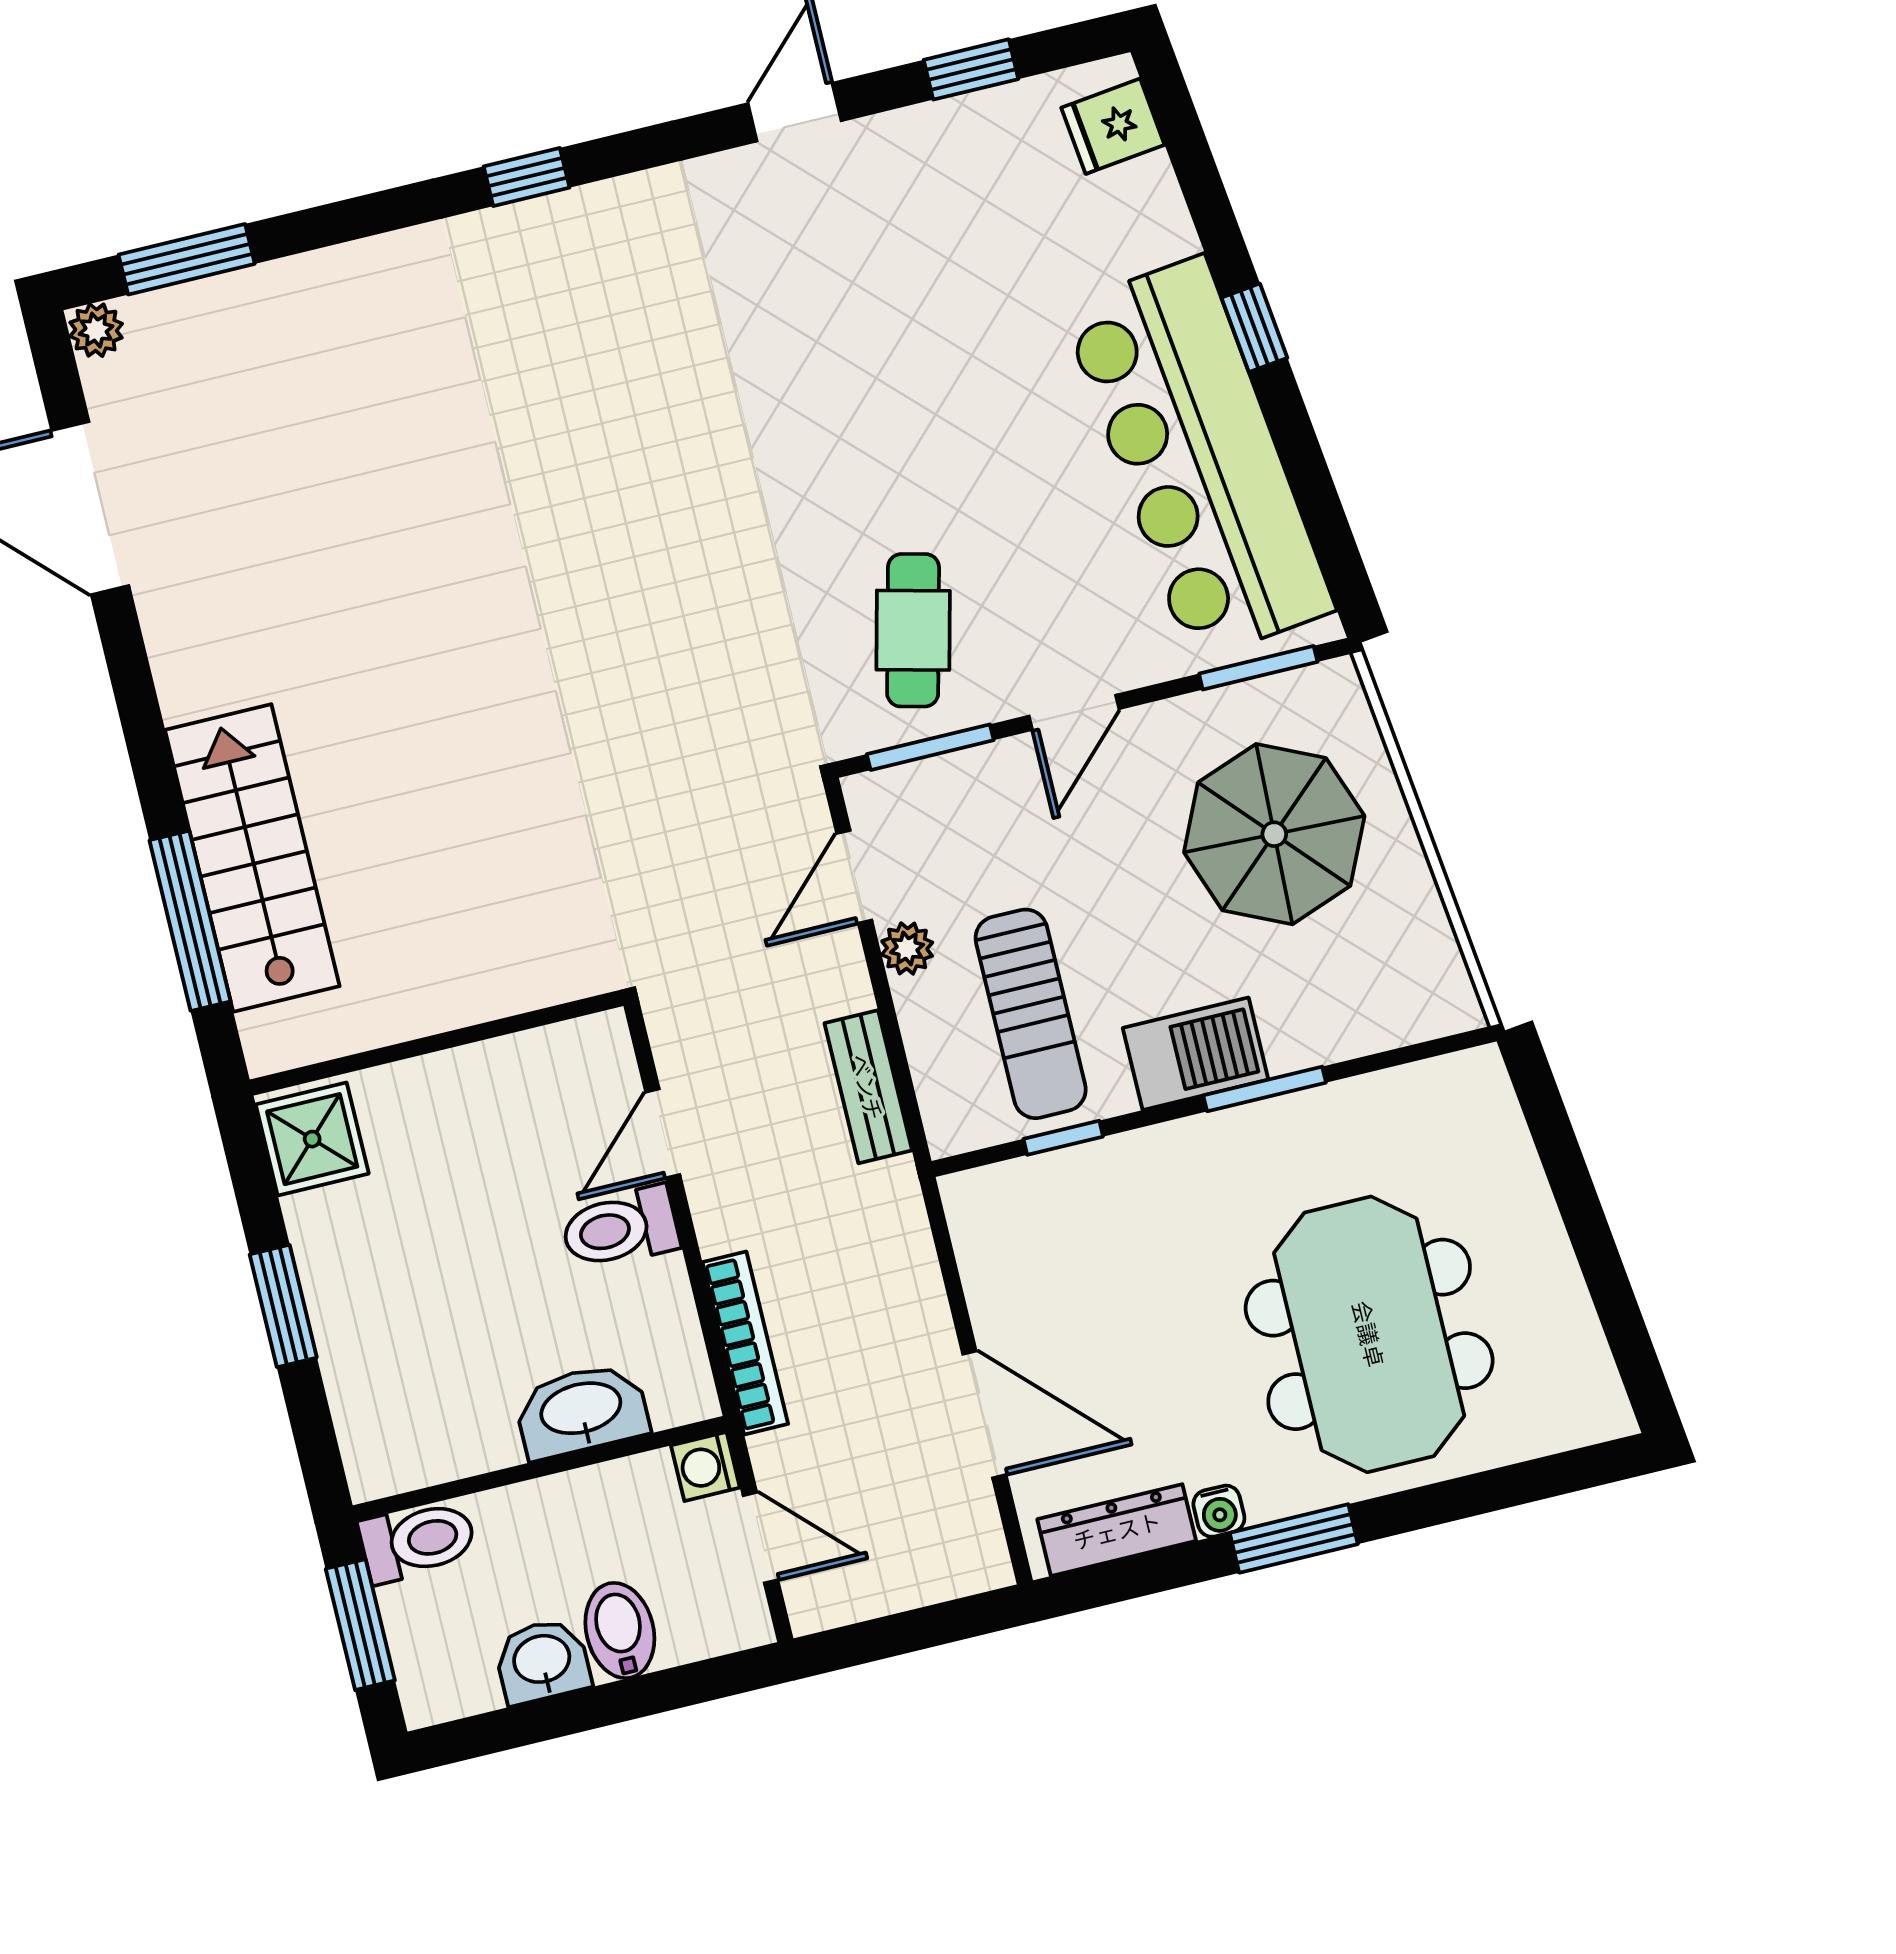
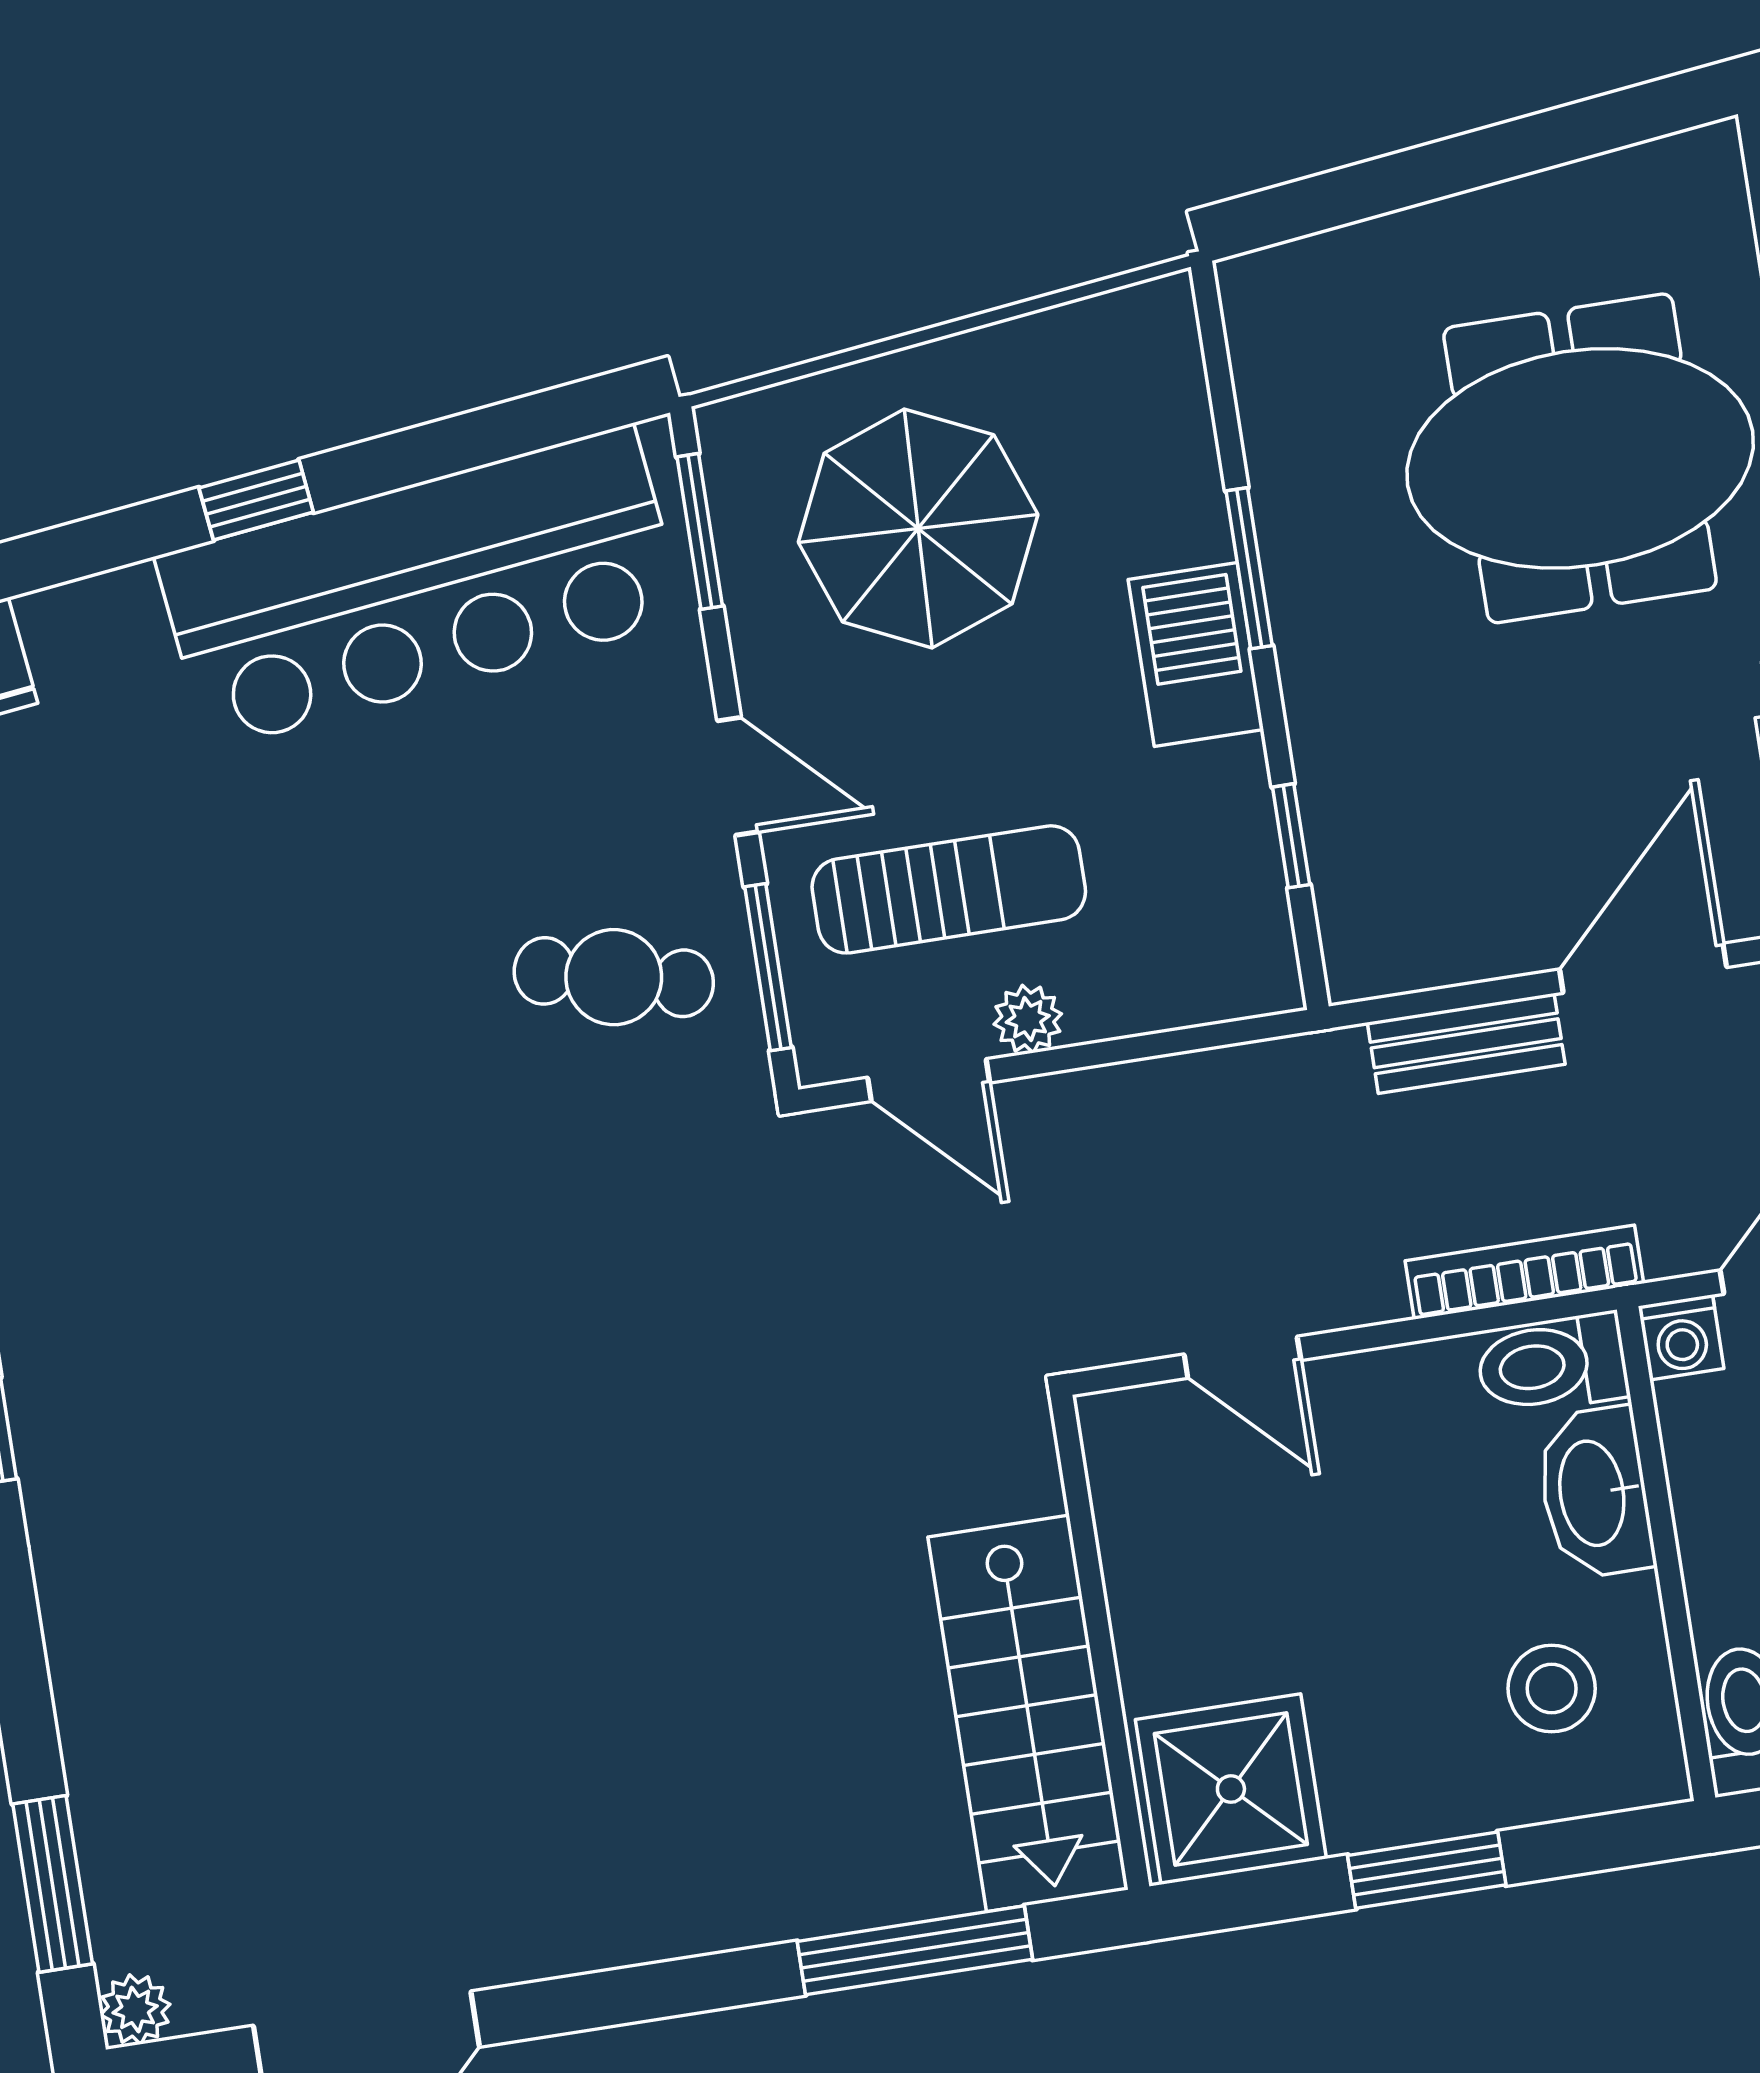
stairs: (252, 858) -> (1028, 1713), moved, turned -90
sun lounger: (1031, 1014) -> (949, 889), moved
bench: (868, 1087) -> (1466, 1043), moved
shower: (312, 1139) -> (1231, 1789), width x1.36, depth x1.36
toilet: (620, 1228) -> (1552, 1364), moved, turned 90
stool: (430, 1390) -> (1552, 1689), added

